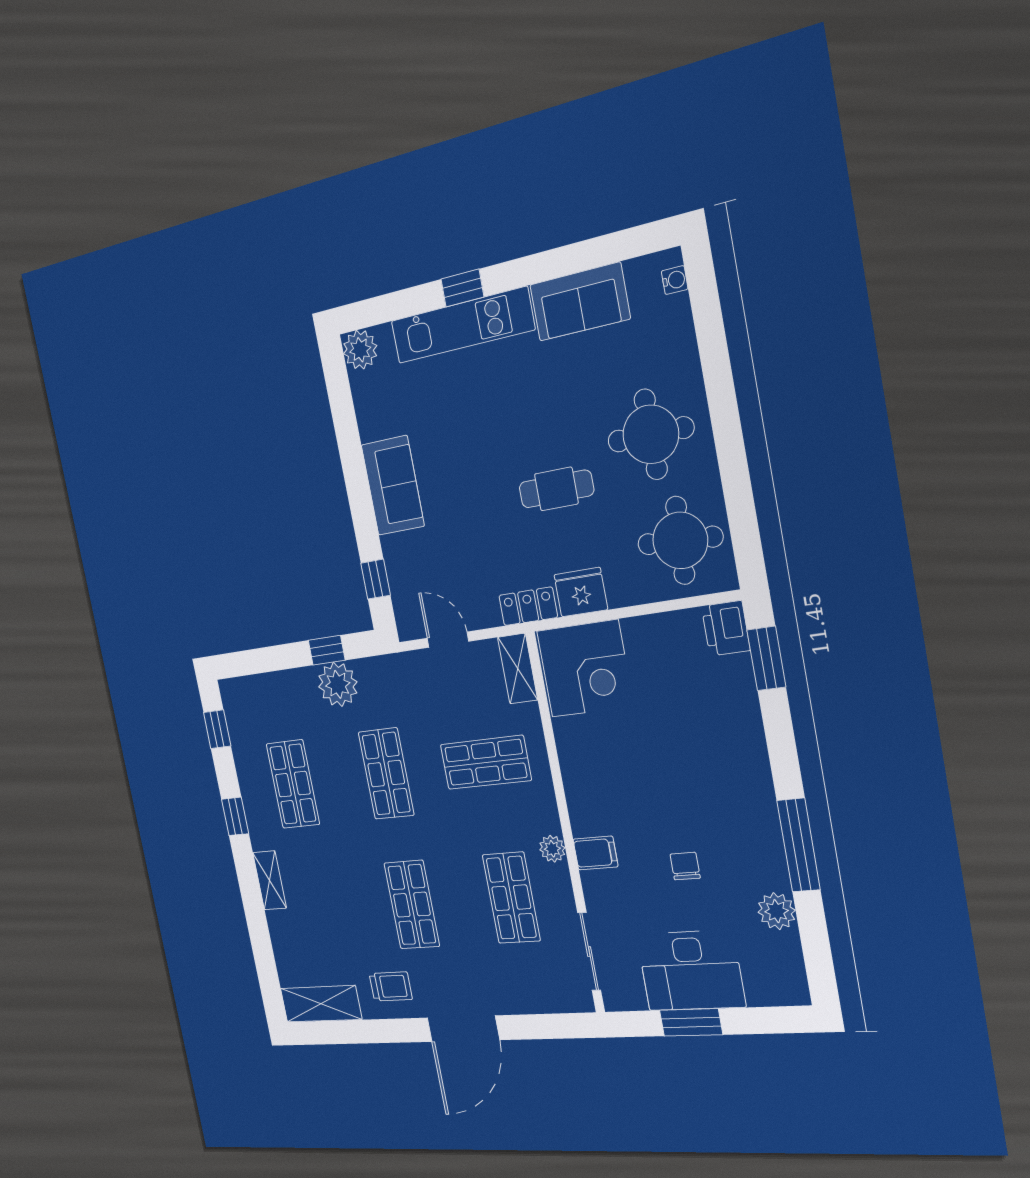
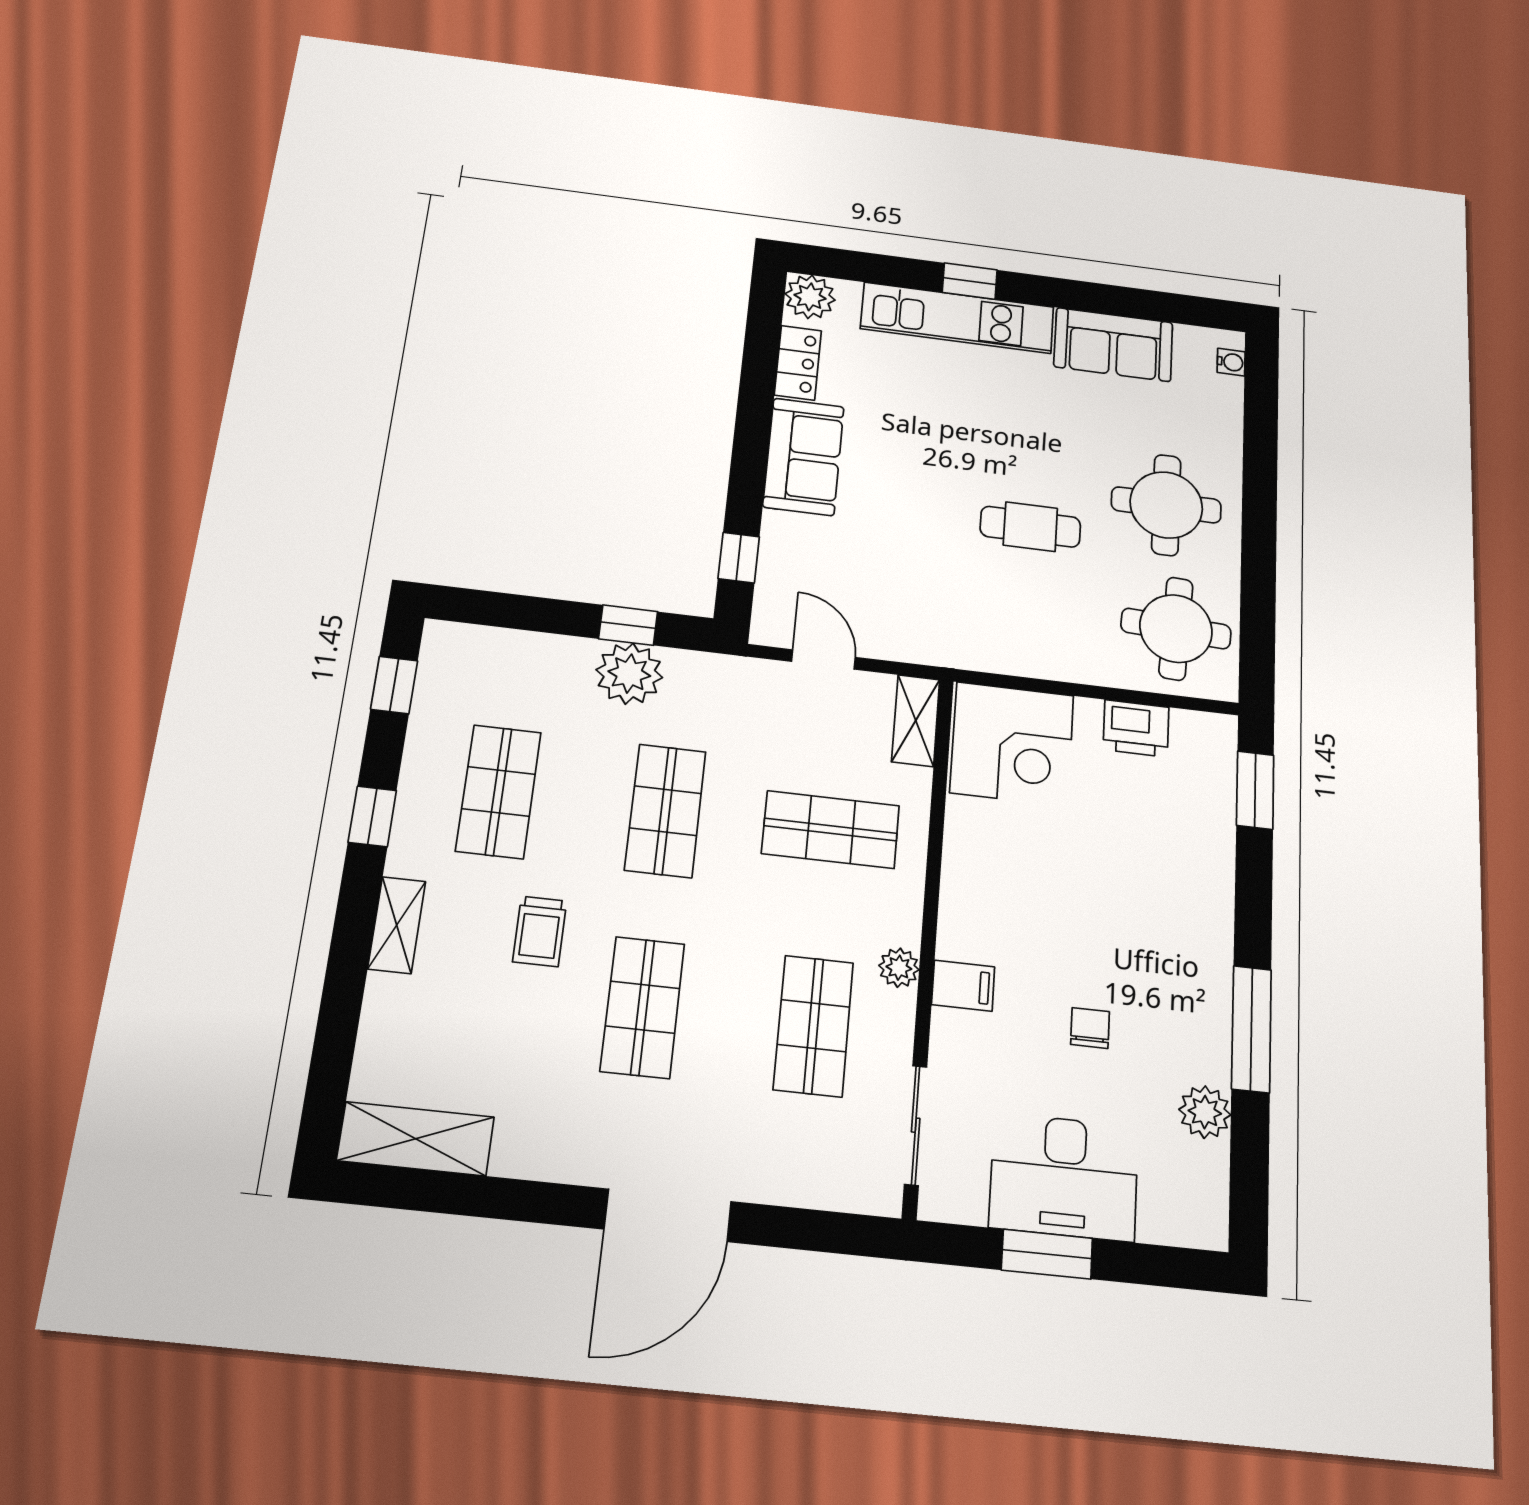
fridge: (581, 592) -> (1031, 652), removed
locker: (528, 606) -> (798, 363), moved, turned 90
printer: (726, 628) -> (1136, 728), moved, turned -90
trolley: (391, 986) -> (540, 931), moved, turned 90

